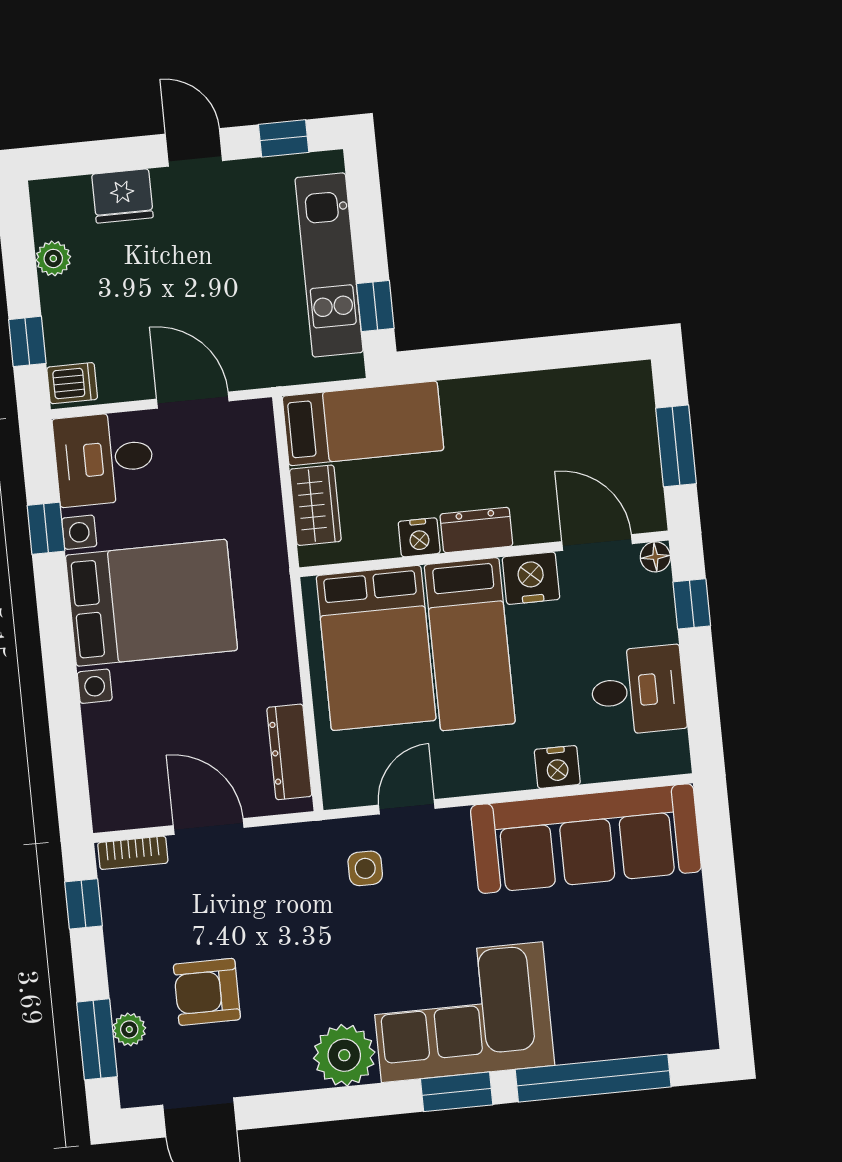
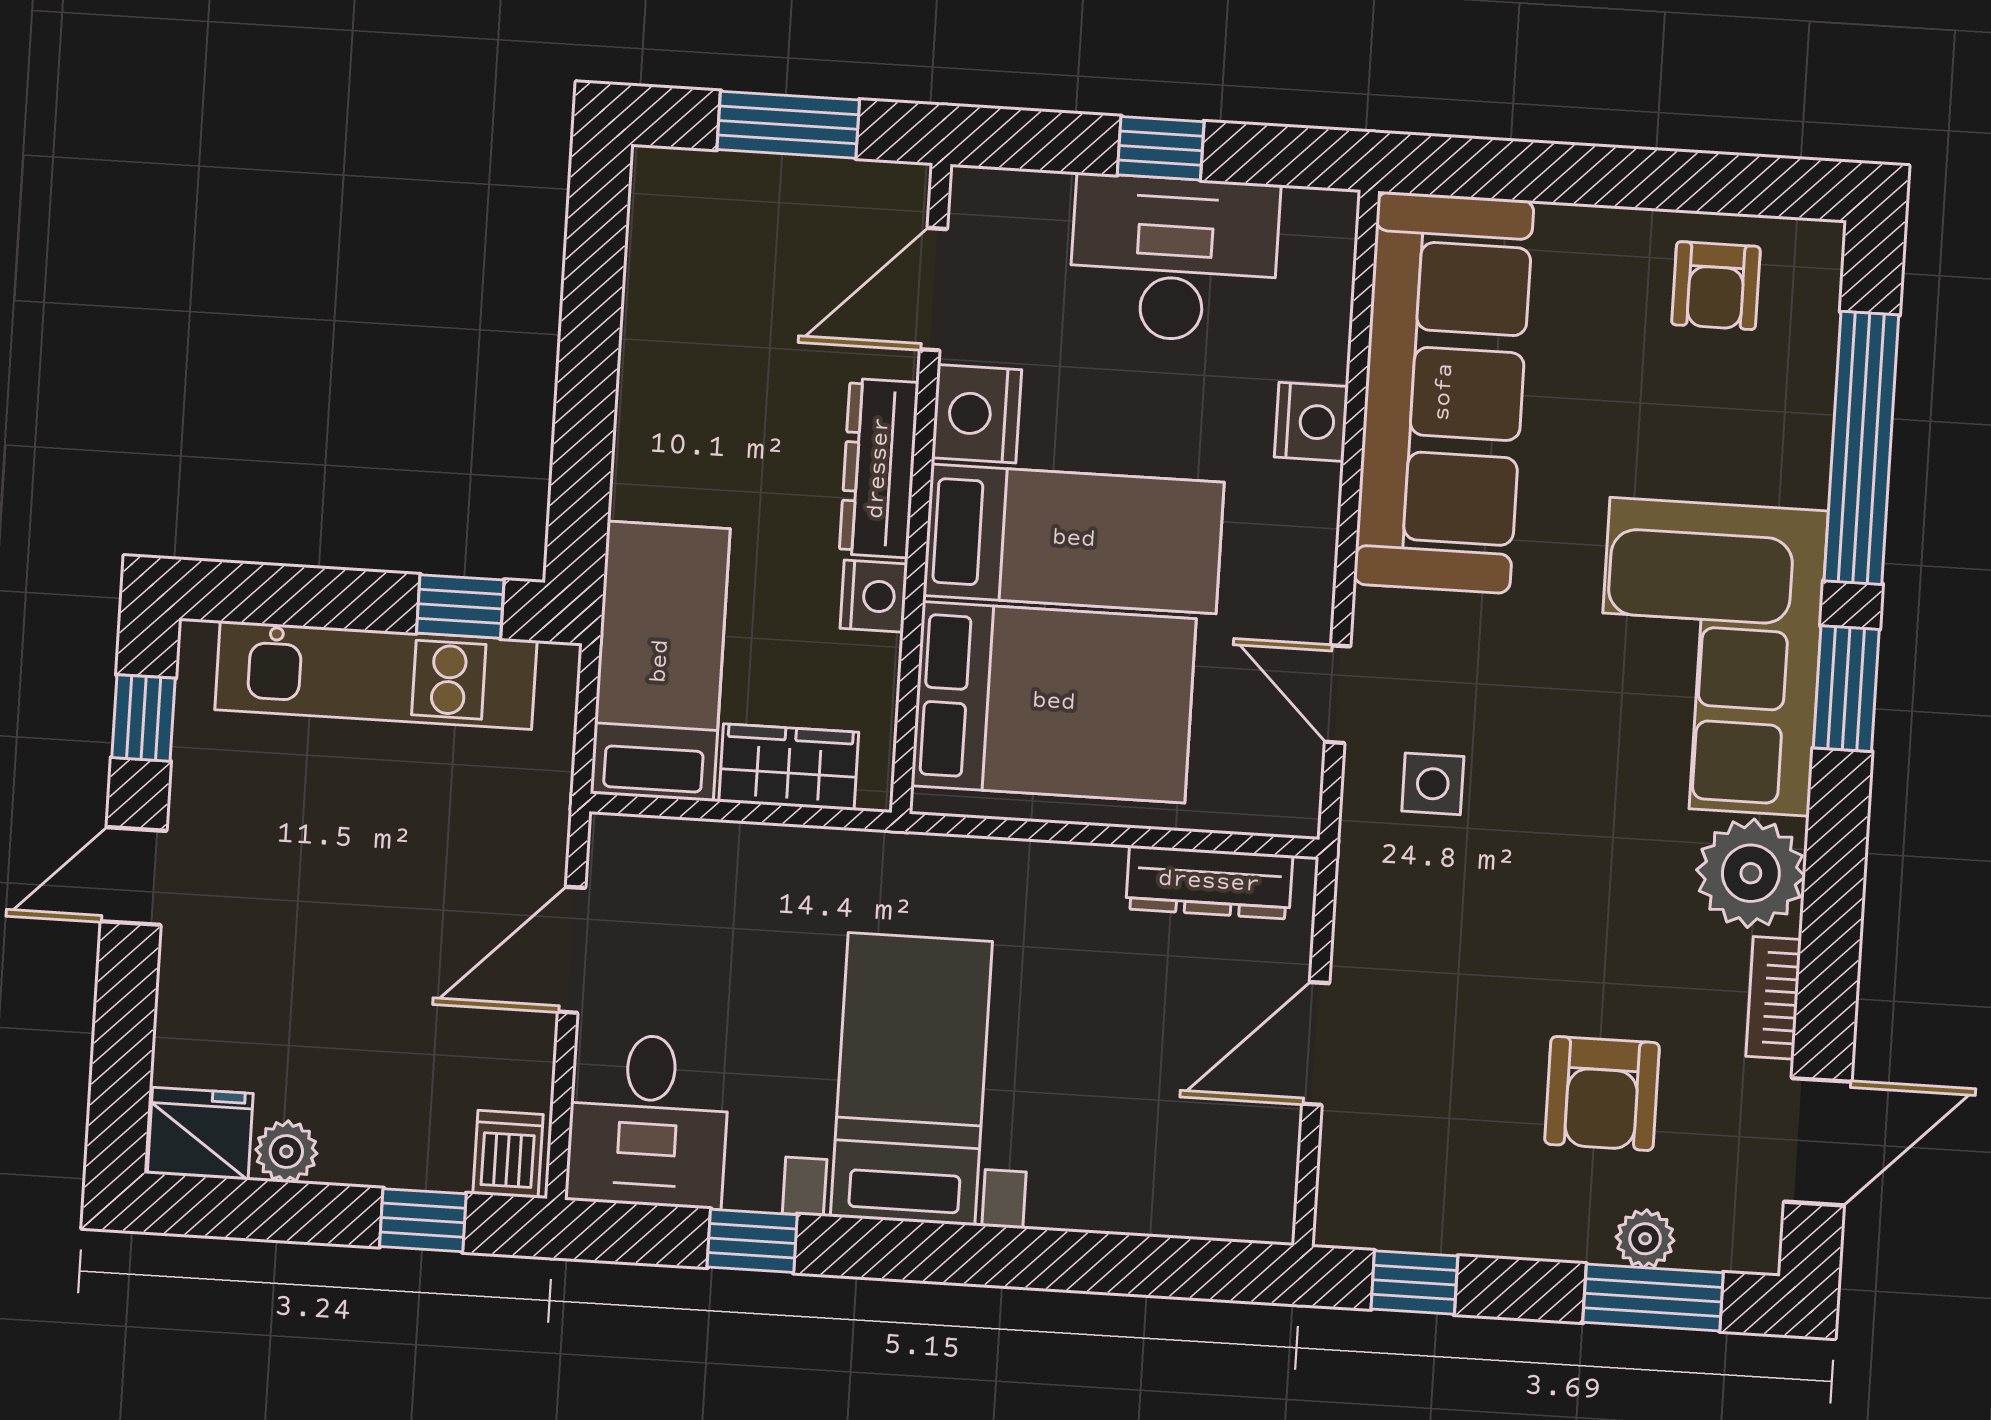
fridge: (122, 196) -> (200, 1134), moved, turned -90
dresser: (476, 530) -> (879, 468), width x1.44
floor lamp: (655, 557) -> (975, 192), removed
bed with nightstands: (151, 603) -> (911, 1079), width x0.73
window: (692, 604) -> (1161, 148), moved
desk: (638, 691) -> (1174, 259), width x1.37
bookcase: (133, 853) -> (1774, 998), moved, turned 180
armchair: (671, 982) -> (1716, 286), added

